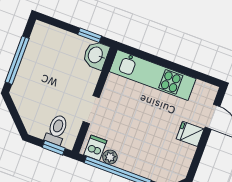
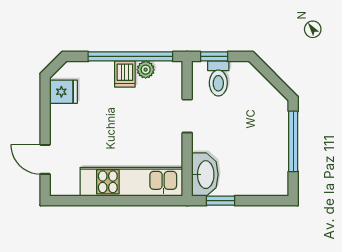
washbasin: (96, 55) -> (205, 175), width x1.38
fridge: (190, 134) -> (63, 92), moved
dishwasher: (95, 148) -> (125, 74), moved

